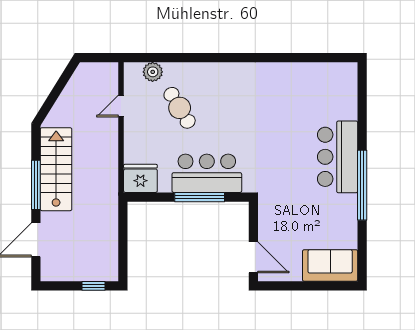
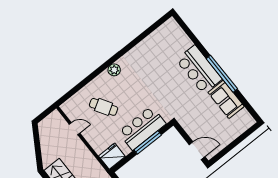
plant: (153, 72) -> (114, 70), moved
door: (121, 106) -> (74, 129), swing flipped
sofa: (330, 266) -> (226, 99), moved, turned -90

